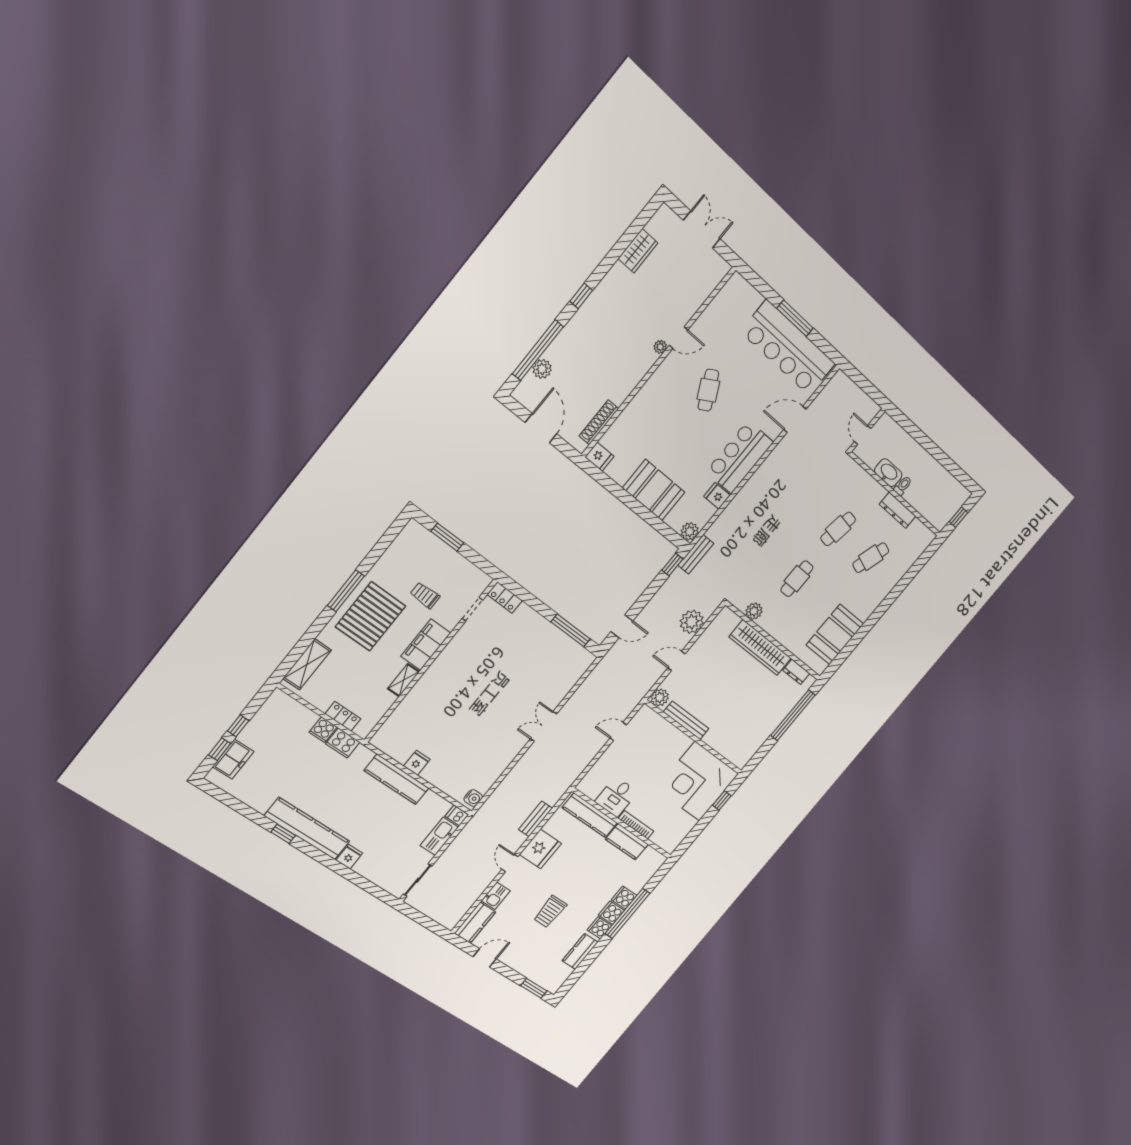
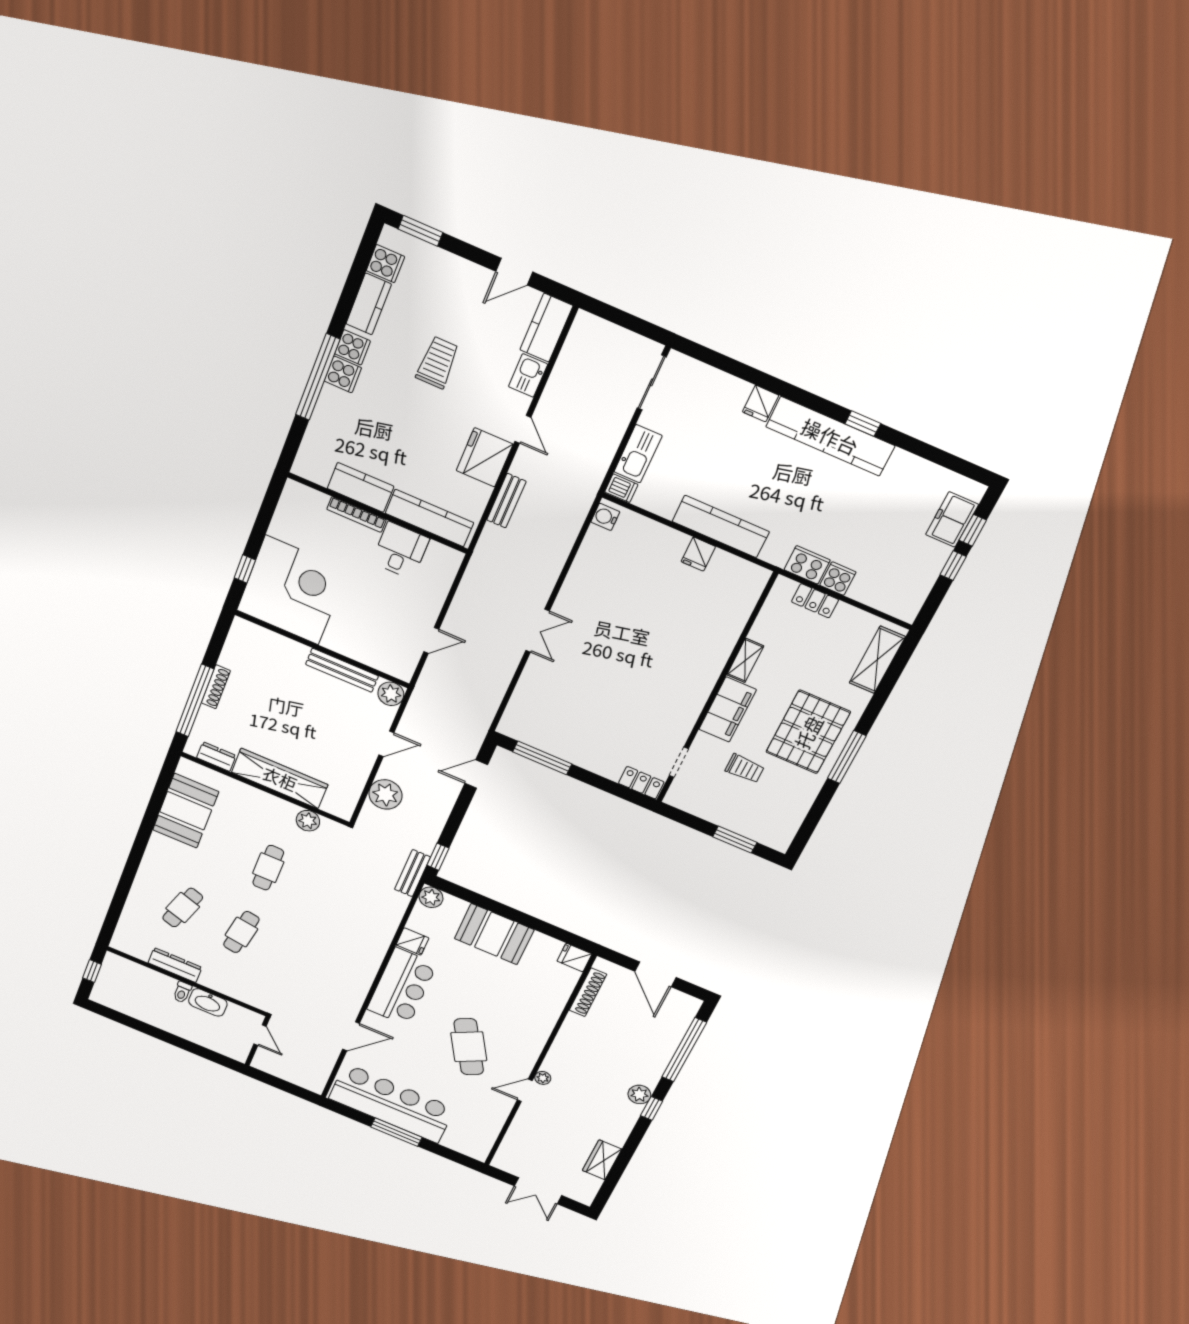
plant: (542, 369) -> (639, 1094), moved
cafe table: (708, 390) -> (469, 1047), width x1.37, depth x1.35
shoe rack: (775, 723) -> (216, 687), added
cooker: (624, 898) -> (385, 264), moved

